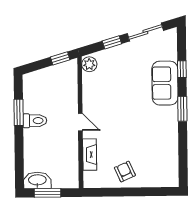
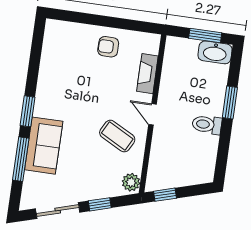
window: (182, 69) -> (21, 159), width x2.17
coffee table: (106, 100) -> (117, 136), added
window: (19, 112) -> (230, 102), moved
armchair: (125, 172) -> (108, 47), turned 114

